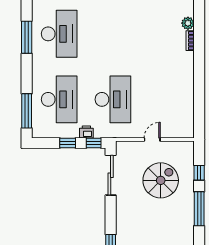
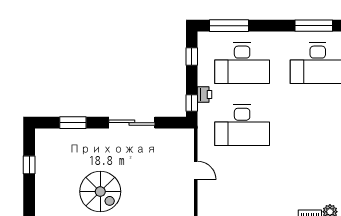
window: (68, 143) -> (192, 57), moved
sliding door: (111, 175) -> (132, 123), moved
spiral stairs: (161, 180) -> (100, 192), moved

